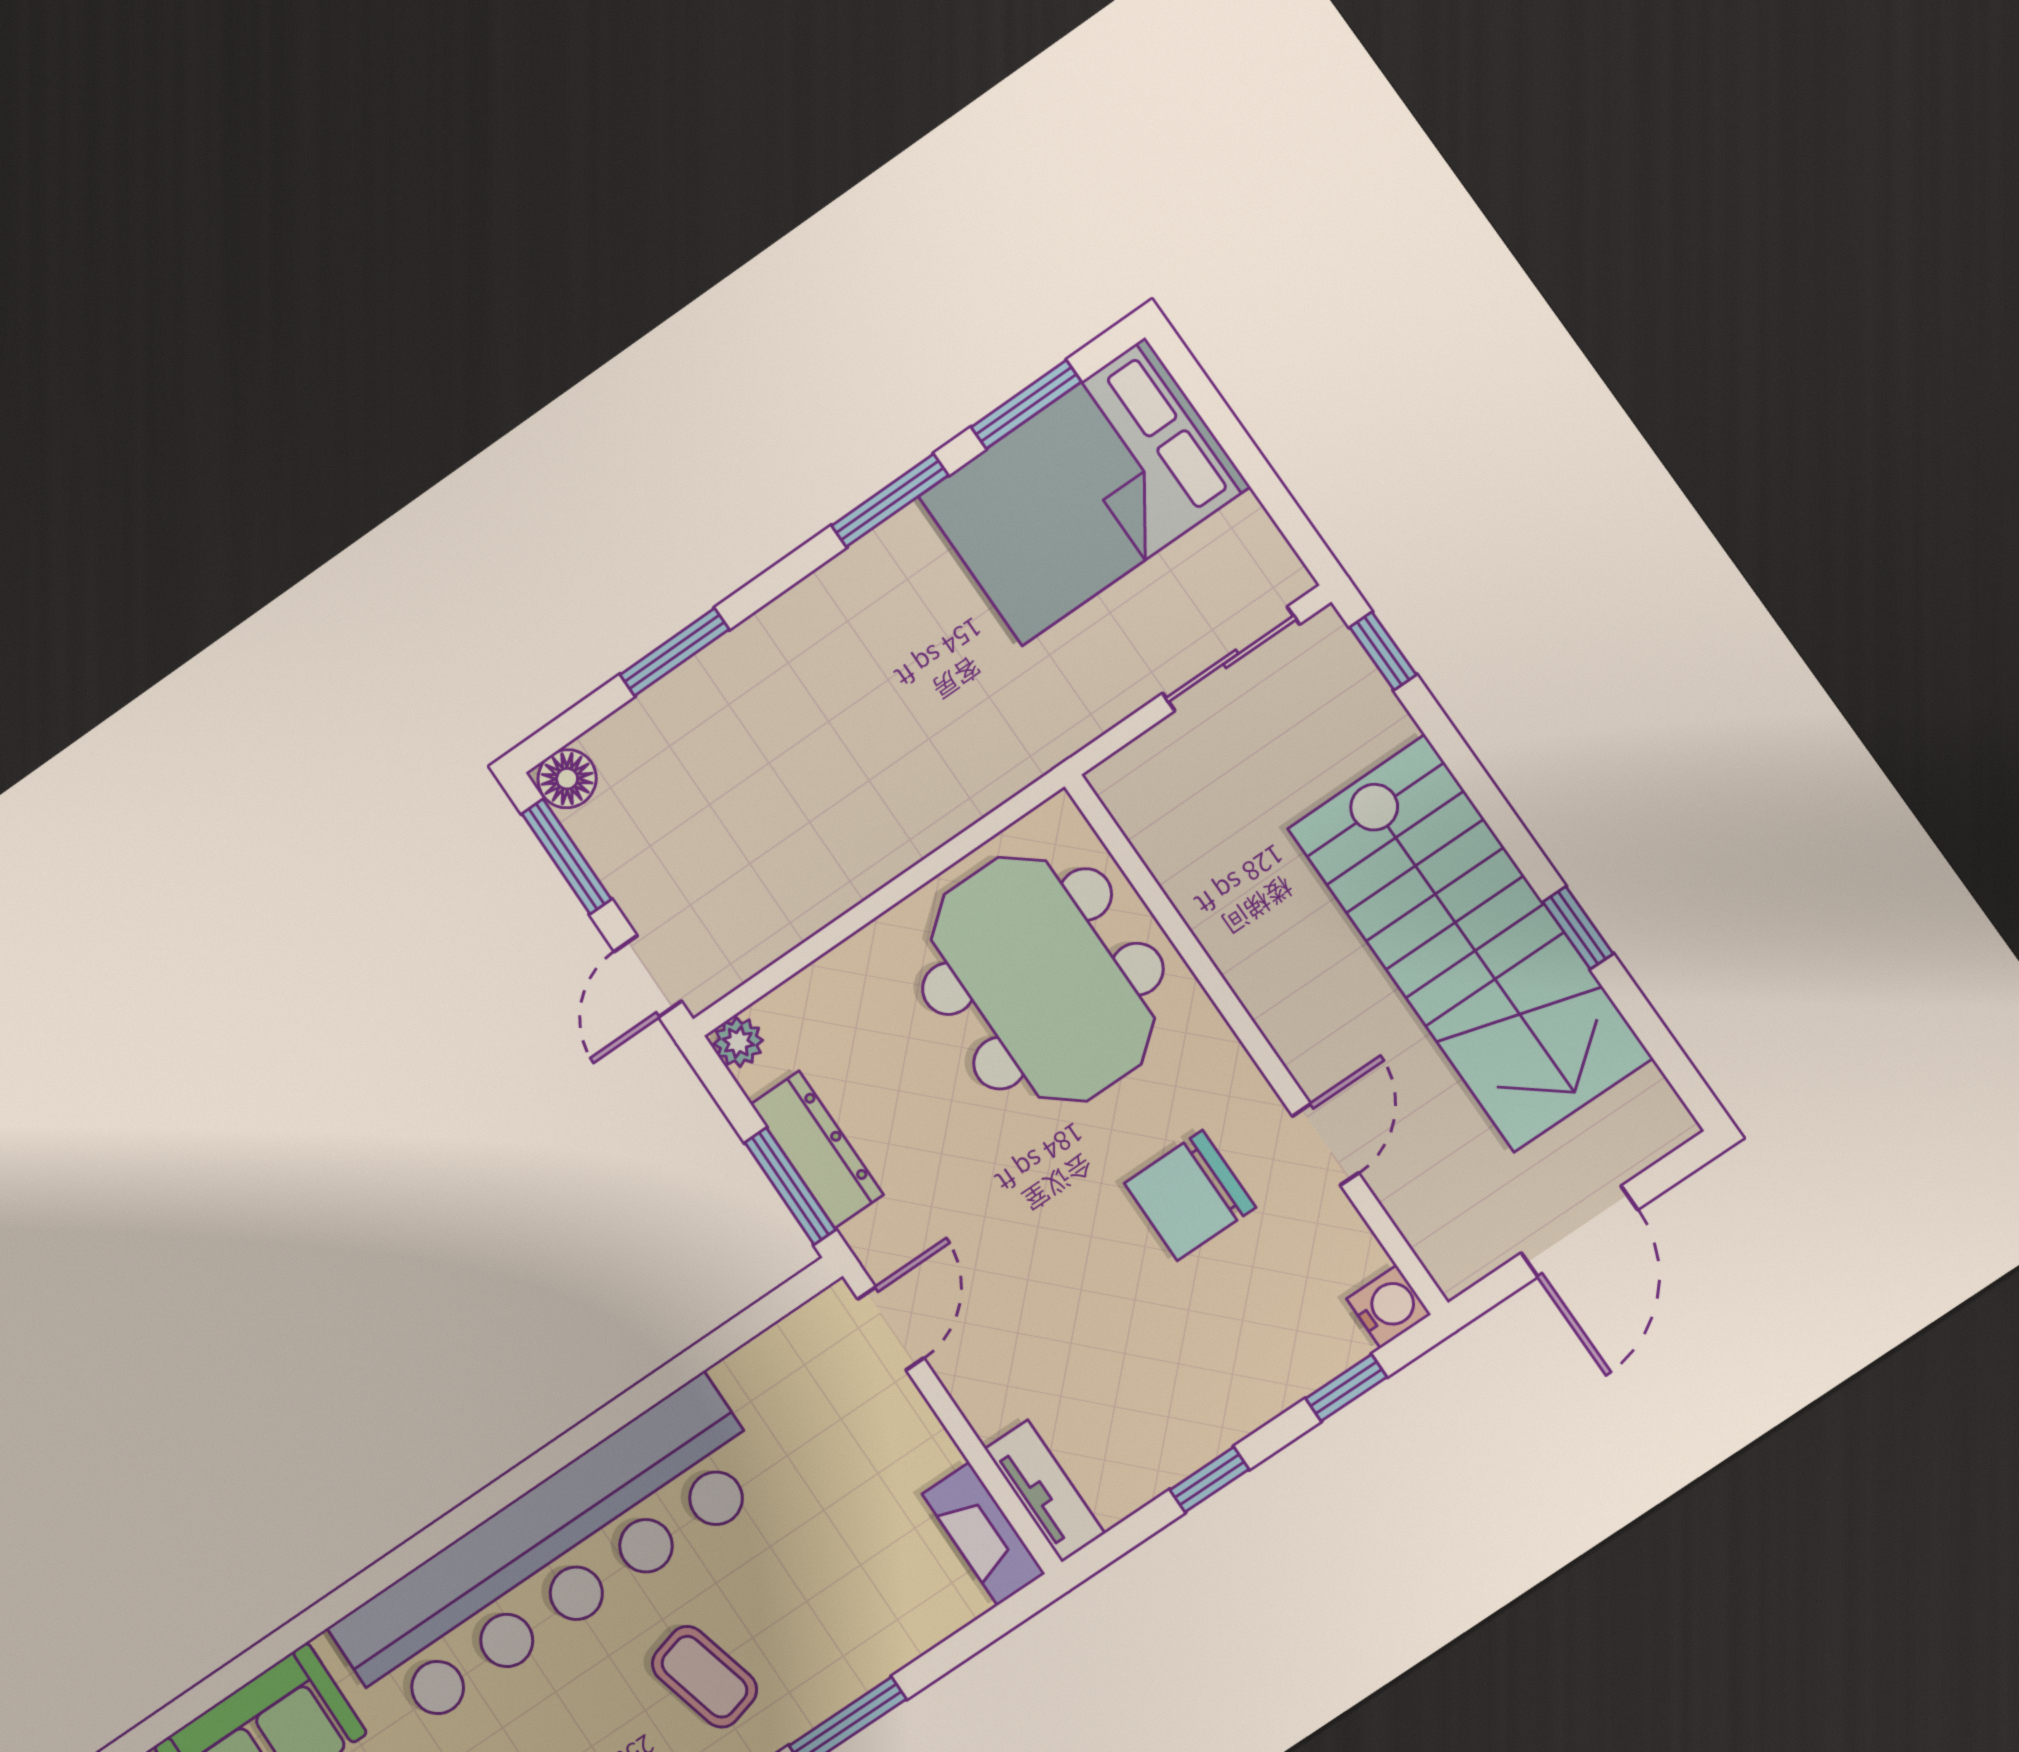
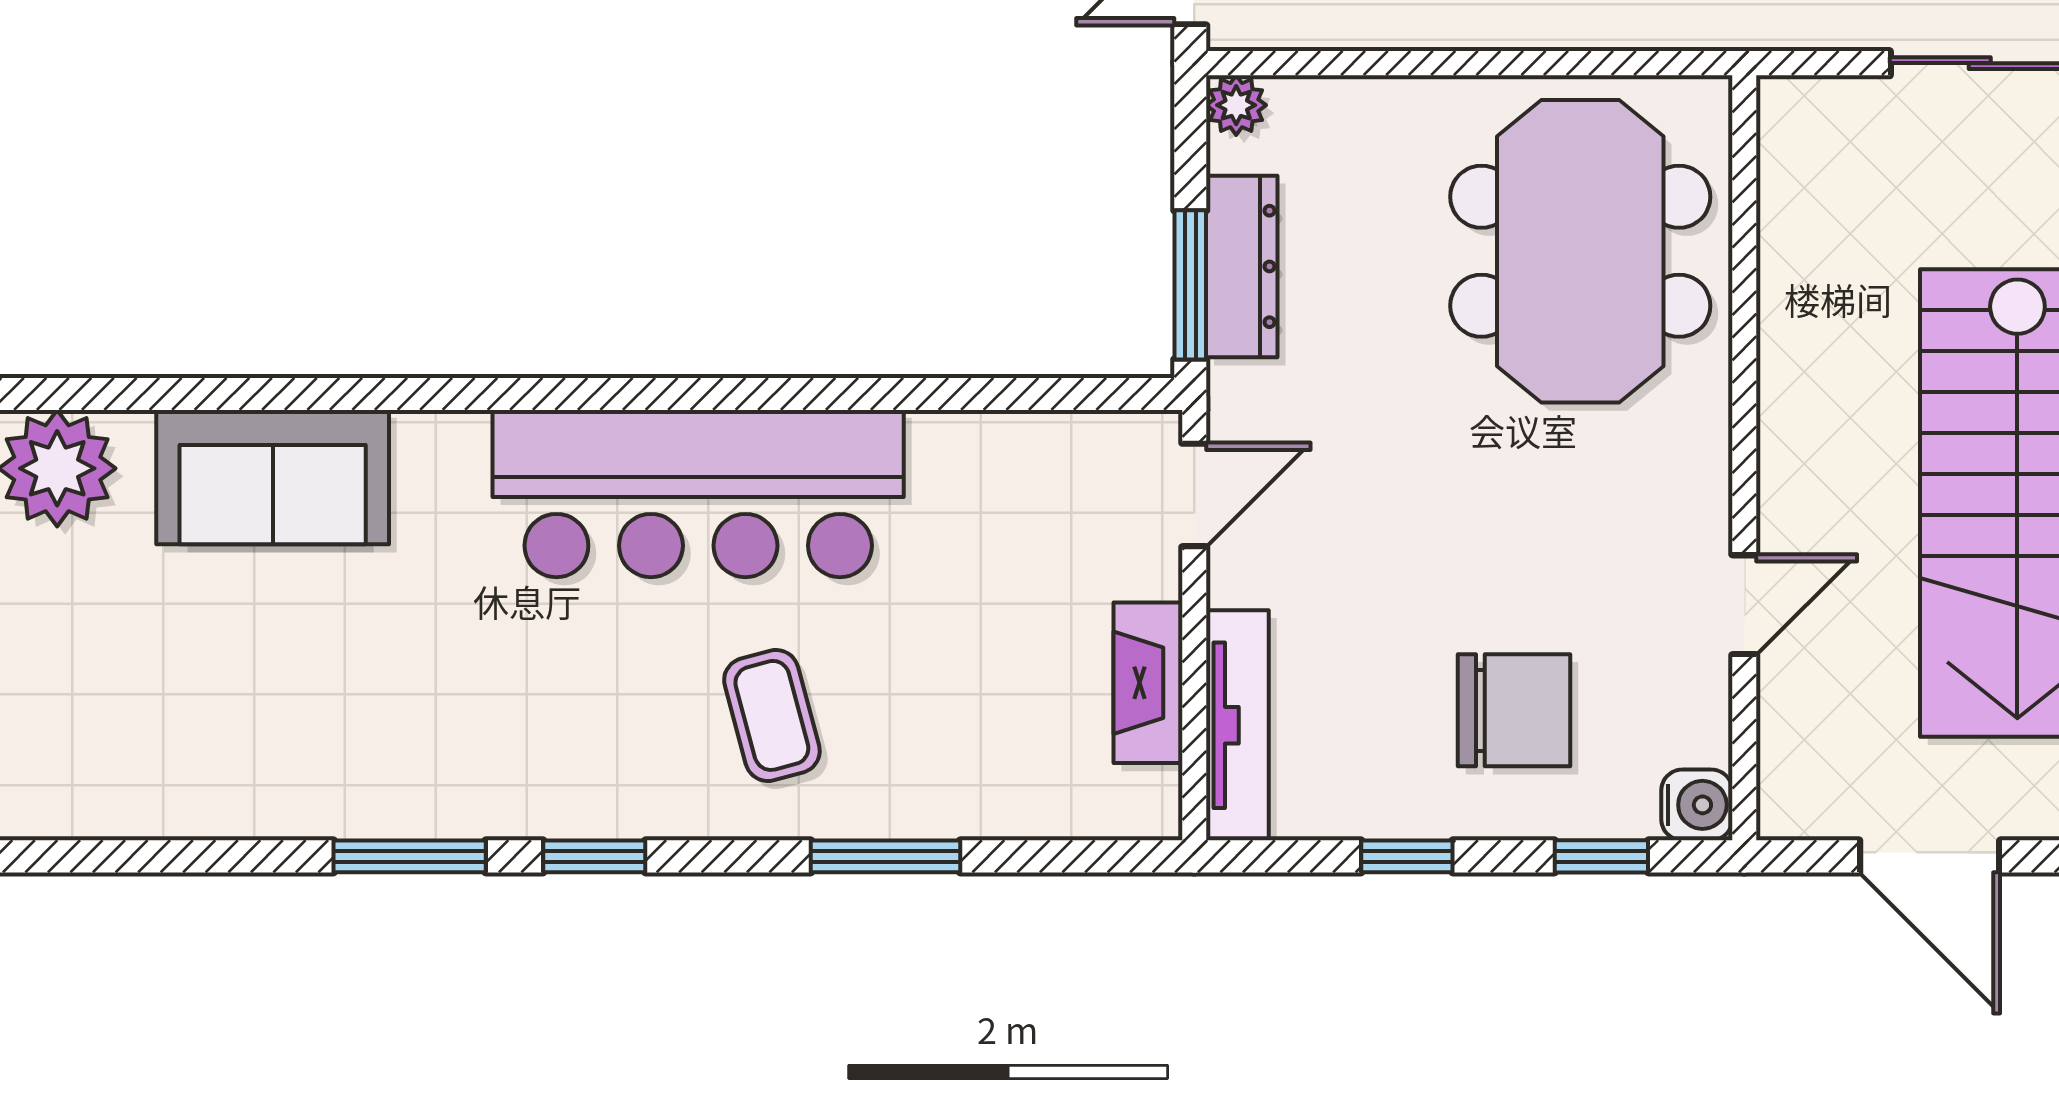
chair: (1190, 1195) -> (1514, 710), moved, turned 180
door: (1579, 1231) -> (1930, 856), hinge flipped
tv unit: (1045, 1491) -> (1237, 725), width x1.41
fireplace: (983, 1534) -> (1148, 683), moved
bar counter: (553, 1558) -> (698, 494), width x0.73

